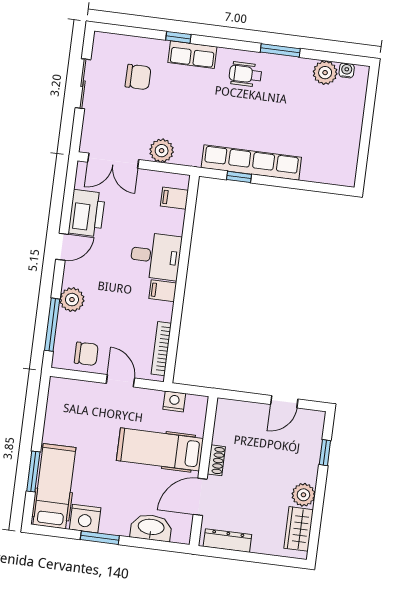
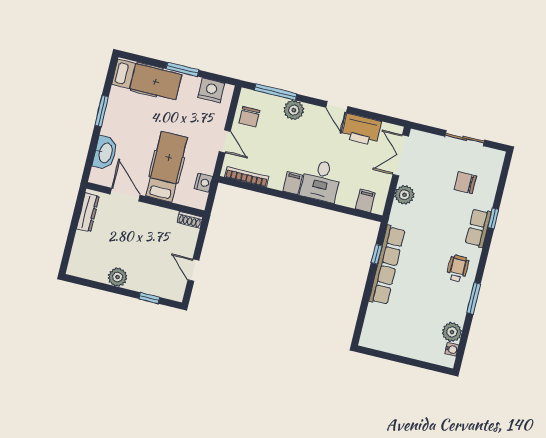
chair: (138, 77) -> (465, 183), turned 90
door: (120, 381) -> (225, 141), hinge flipped
shoe rack: (216, 460) -> (190, 220), moved
window: (33, 471) -> (182, 69), moved
nightstand: (85, 519) -> (211, 90), moved, turned 90
wardrobe: (299, 529) -> (91, 270), removed

